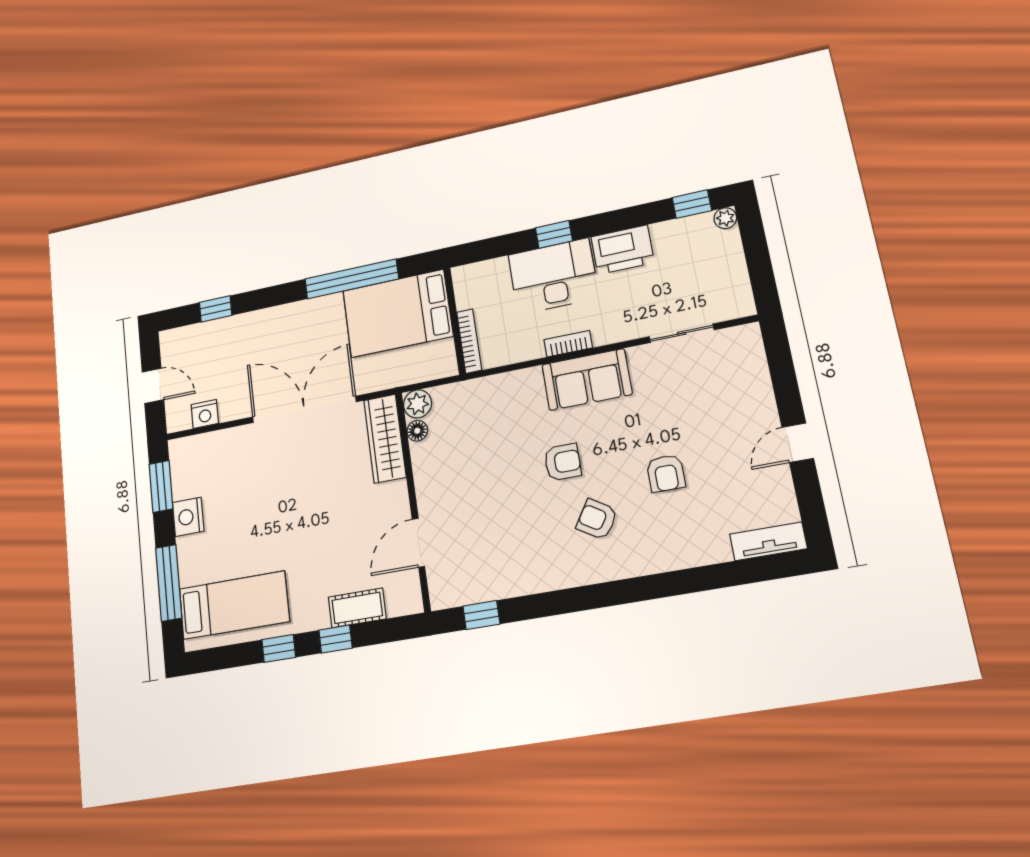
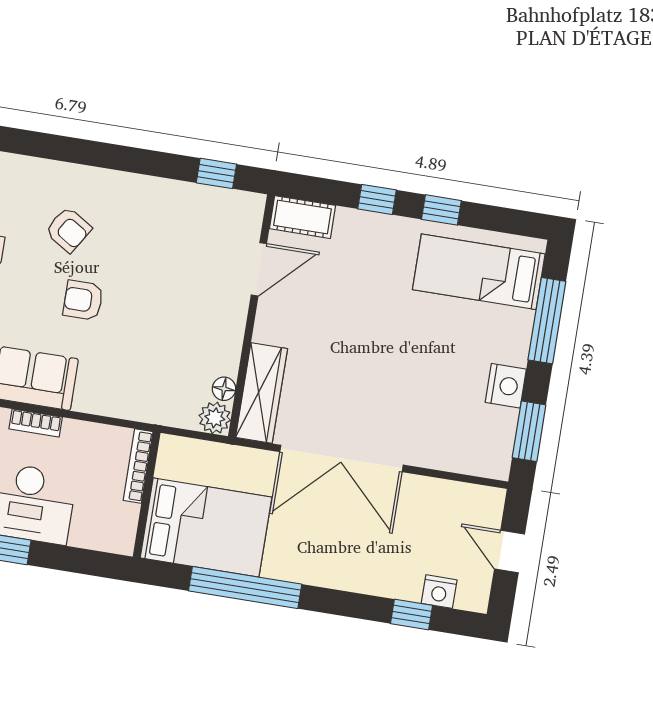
nightstand: (205, 414) -> (439, 592), moved, turned 180
cot: (357, 608) -> (302, 217), moved

